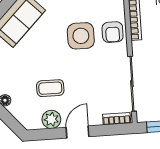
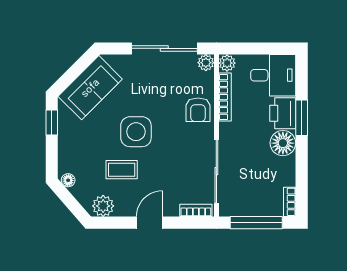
side table: (81, 36) -> (136, 132), moved
plant: (51, 119) -> (103, 206), moved

